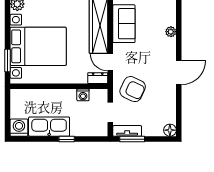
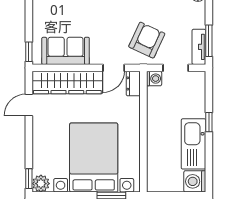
washing machine: (83, 95) -> (154, 79), moved

